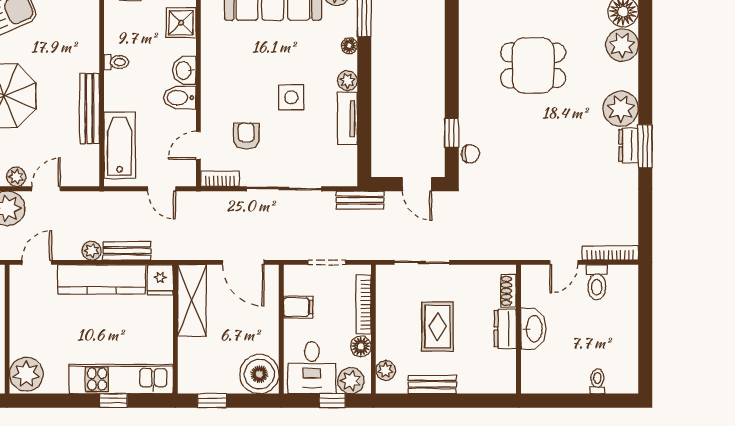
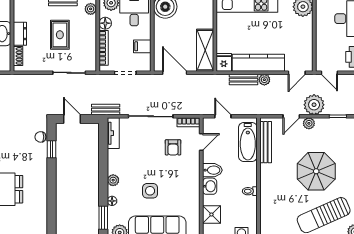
side table: (291, 97) -> (150, 191), moved
bench: (89, 109) -> (266, 142), moved
tv unit: (347, 119) -> (113, 133), moved

